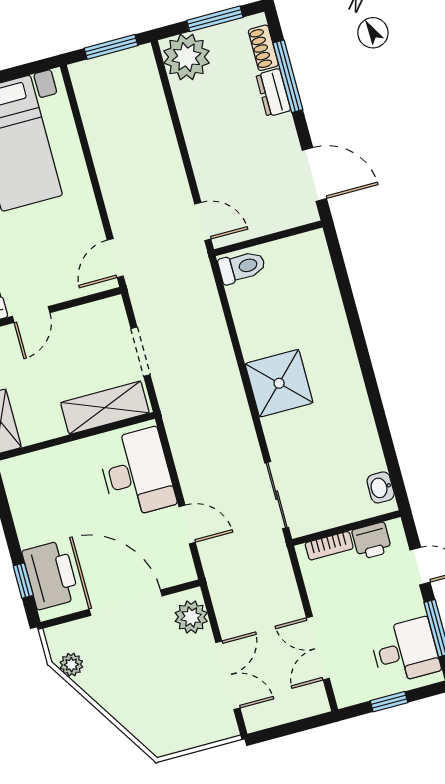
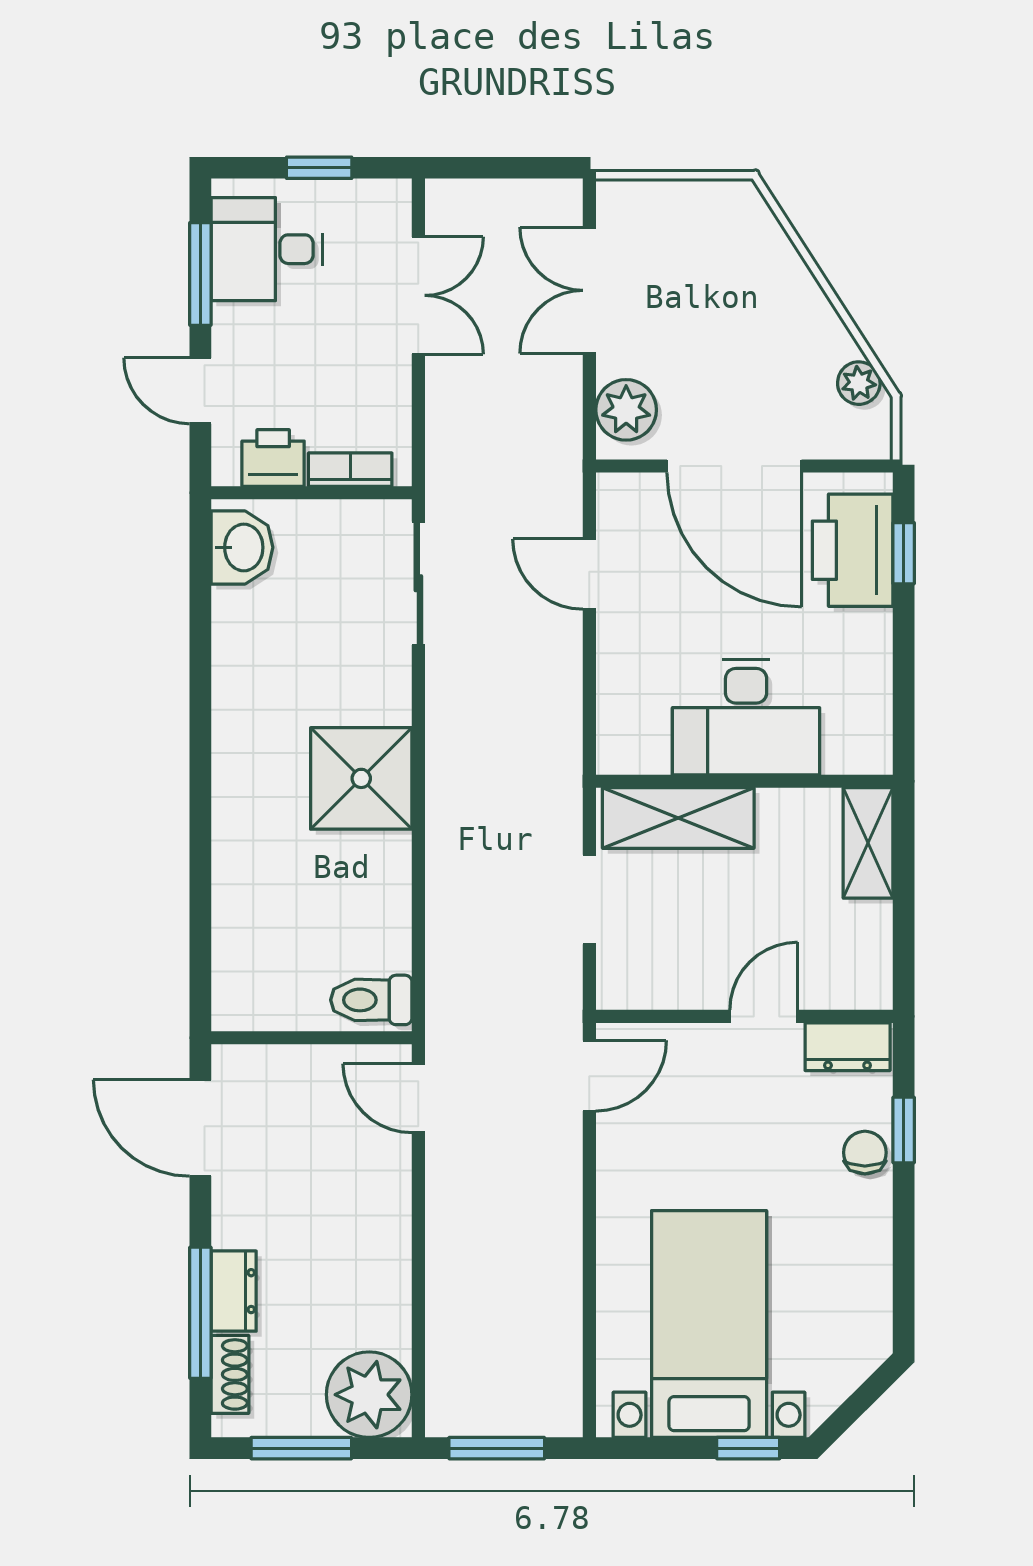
desk: (137, 473) -> (746, 717), moved, turned -90
washbasin: (381, 487) -> (242, 547), width x1.38, depth x1.45

